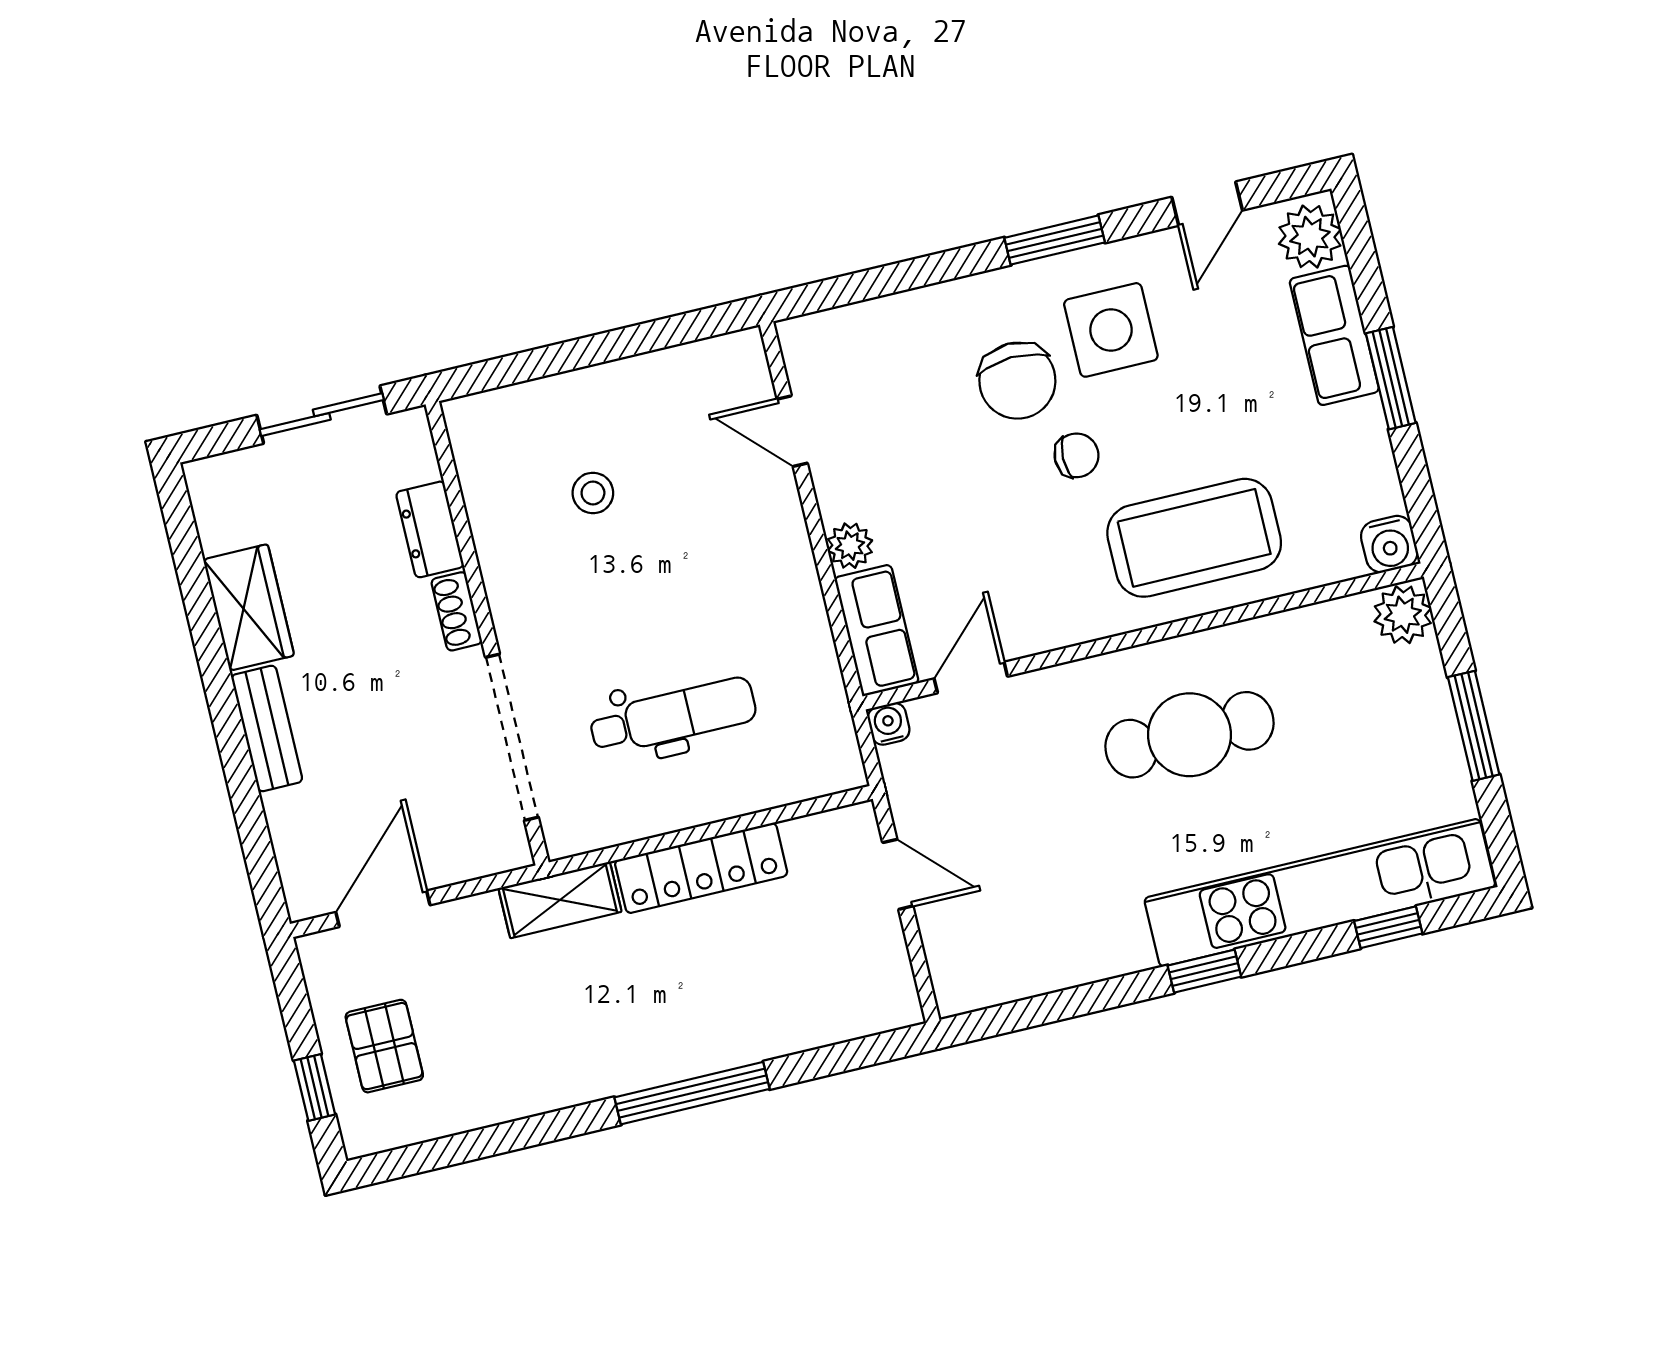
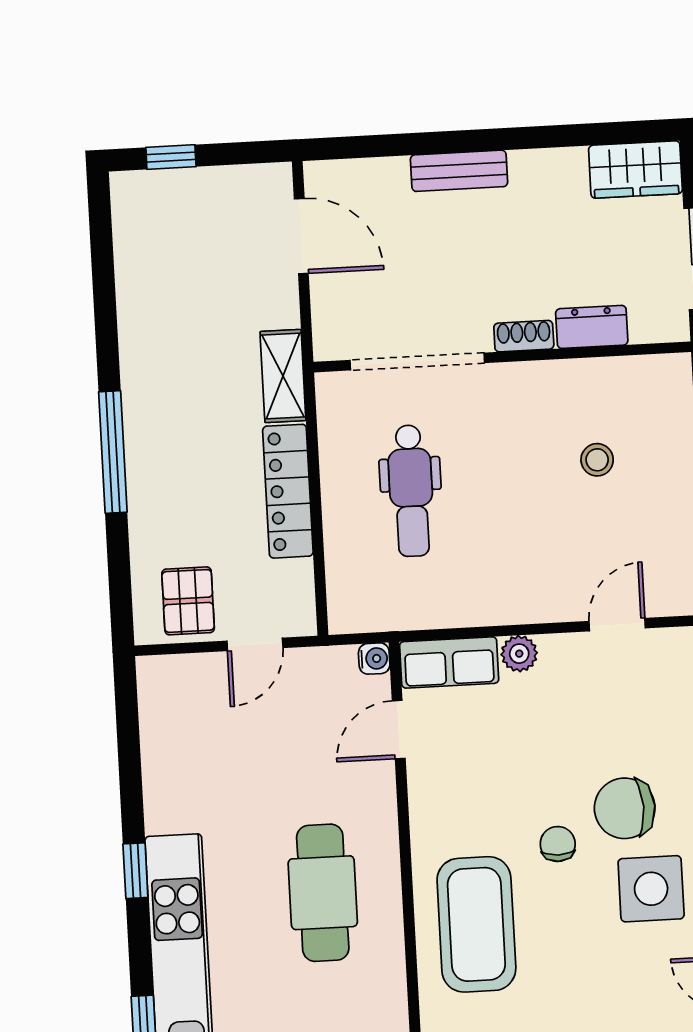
chair: (1076, 455) -> (558, 844), turned 180
wardrobe: (249, 607) -> (635, 170), moved
door: (971, 678) -> (399, 730), swing flipped
pallet: (384, 1046) -> (188, 601), moved, turned 90

